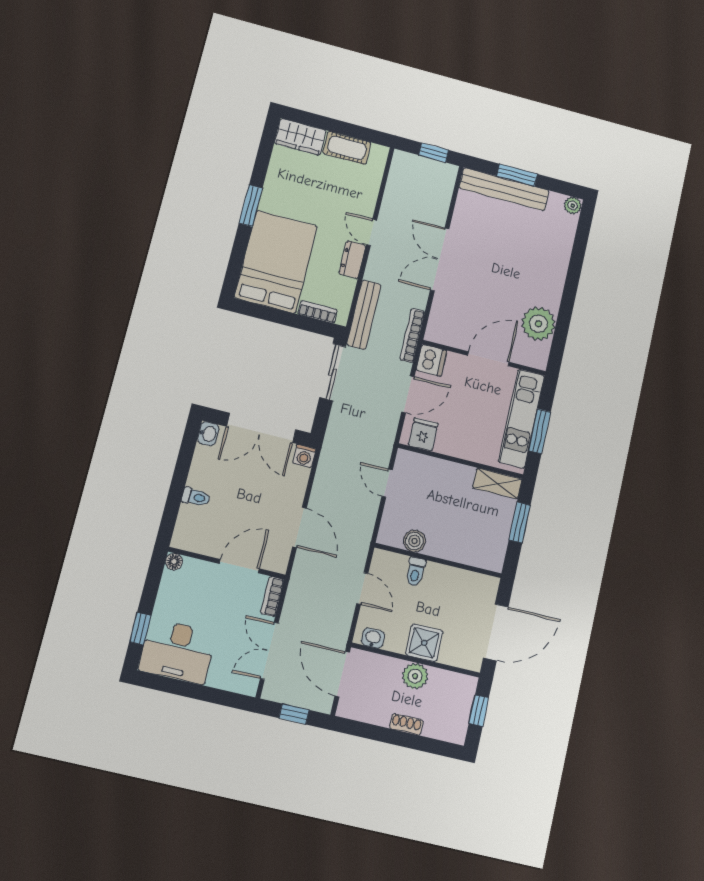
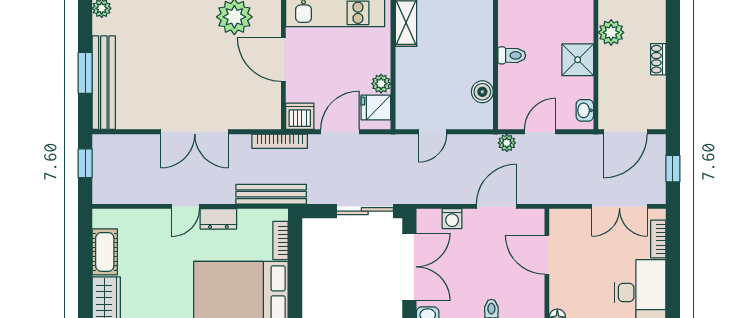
sliding door: (333, 372) -> (365, 211), moved
door: (408, 394) -> (340, 132), hinge flipped
plant: (445, 445) -> (381, 84), added
washing machine: (304, 456) -> (452, 219), moved, turned 90
plant: (359, 553) -> (507, 143), added
toilet: (415, 572) -> (512, 55), moved
bookcase: (272, 596) -> (658, 239), moved, turned 90
plant: (415, 676) -> (611, 32), moved

